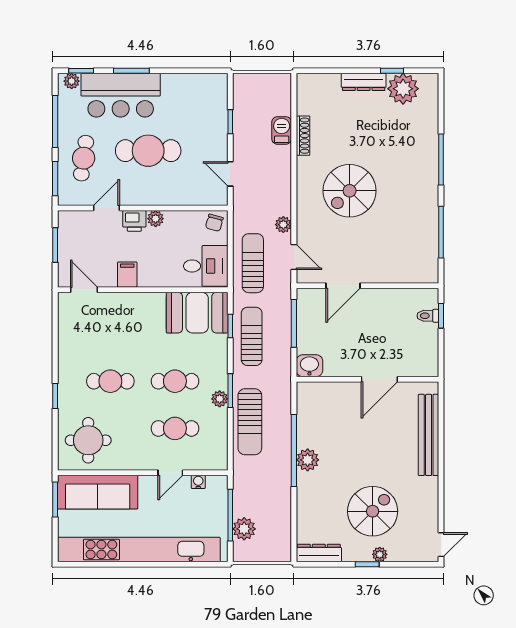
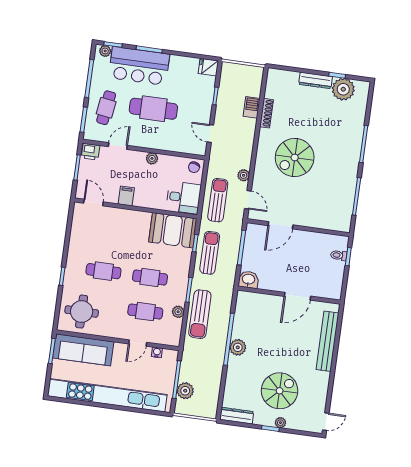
fridge: (215, 84) -> (208, 67), added
printer: (134, 221) -> (91, 152), moved
plant: (220, 399) -> (178, 312), moved

